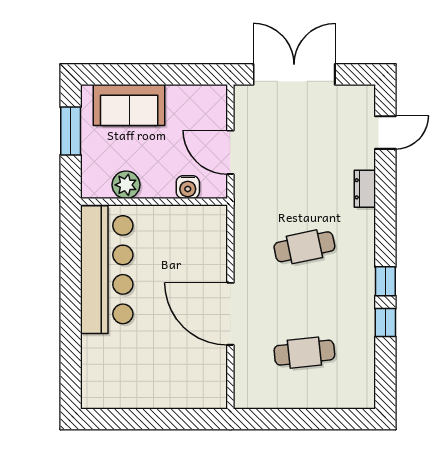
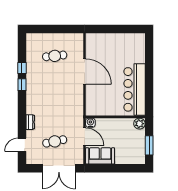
sofa: (129, 105) -> (100, 156), moved
plant: (126, 185) -> (139, 124), moved
water cooler: (188, 187) -> (90, 123), moved
cafe table: (304, 247) -> (55, 141), moved

